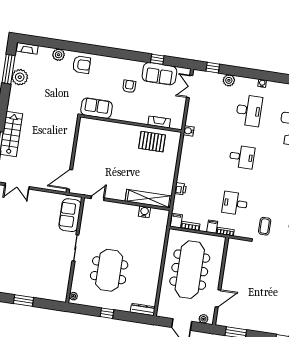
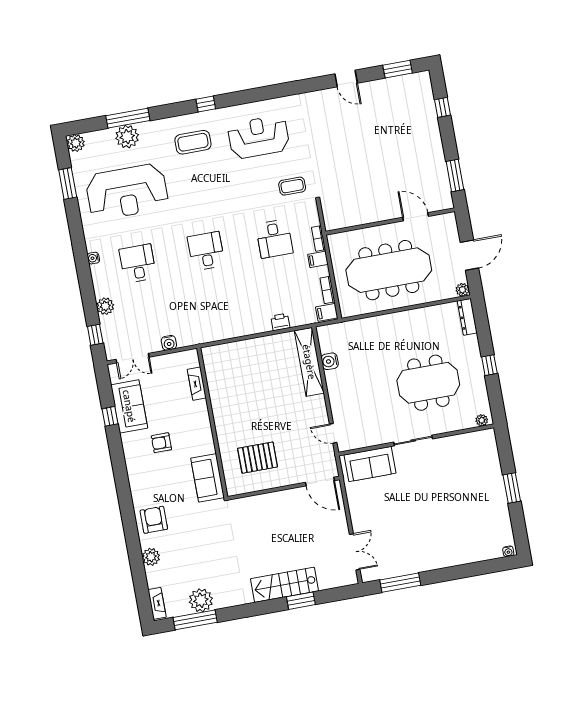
desk: (249, 110) -> (138, 263), width x0.73
water cooler: (189, 131) -> (169, 343), moved
pallet: (152, 142) -> (258, 458), moved, turned 90
plant: (203, 319) -> (462, 290), moved

